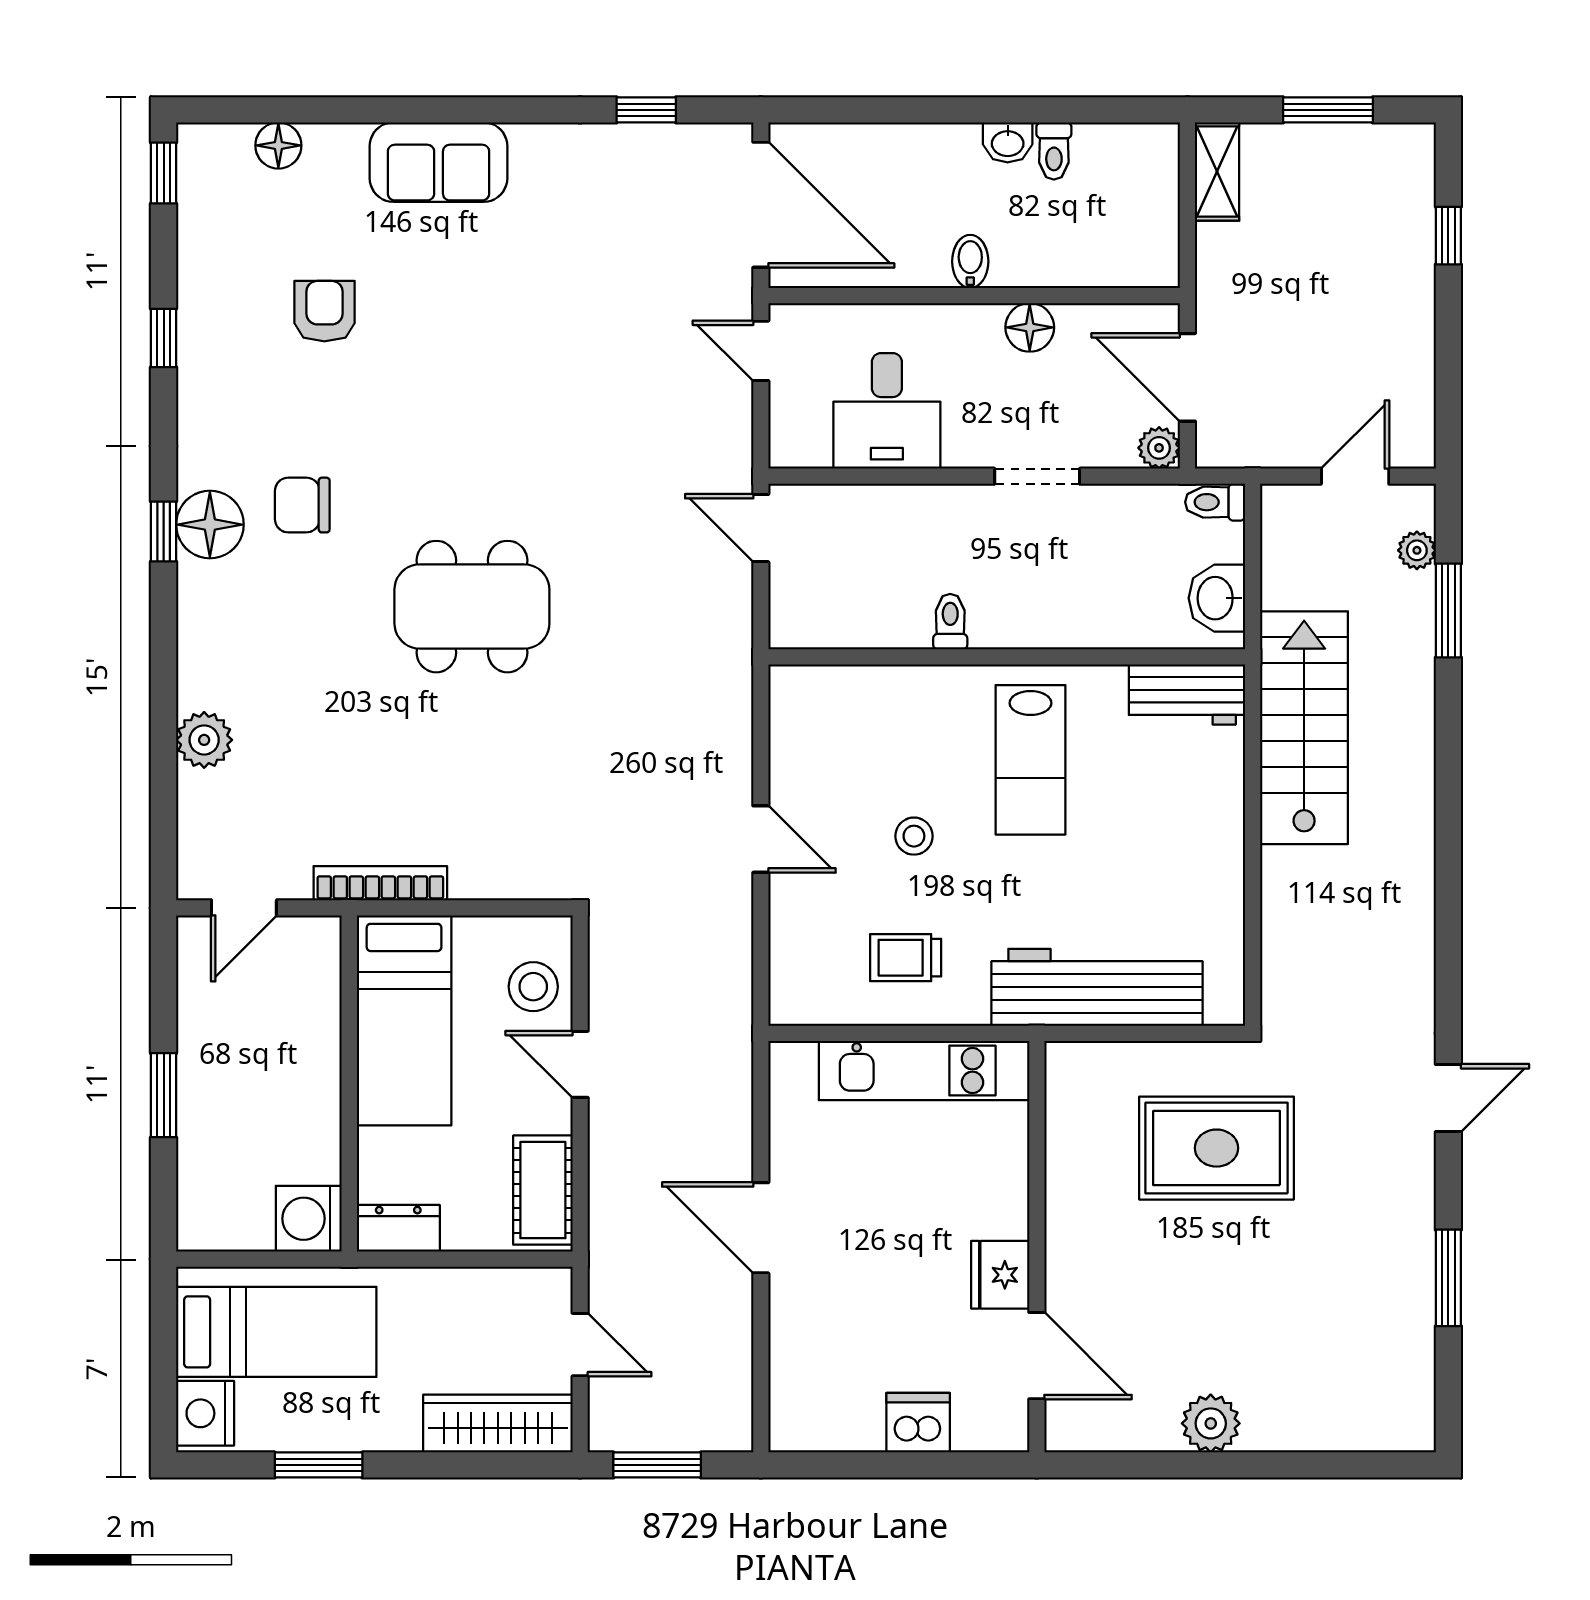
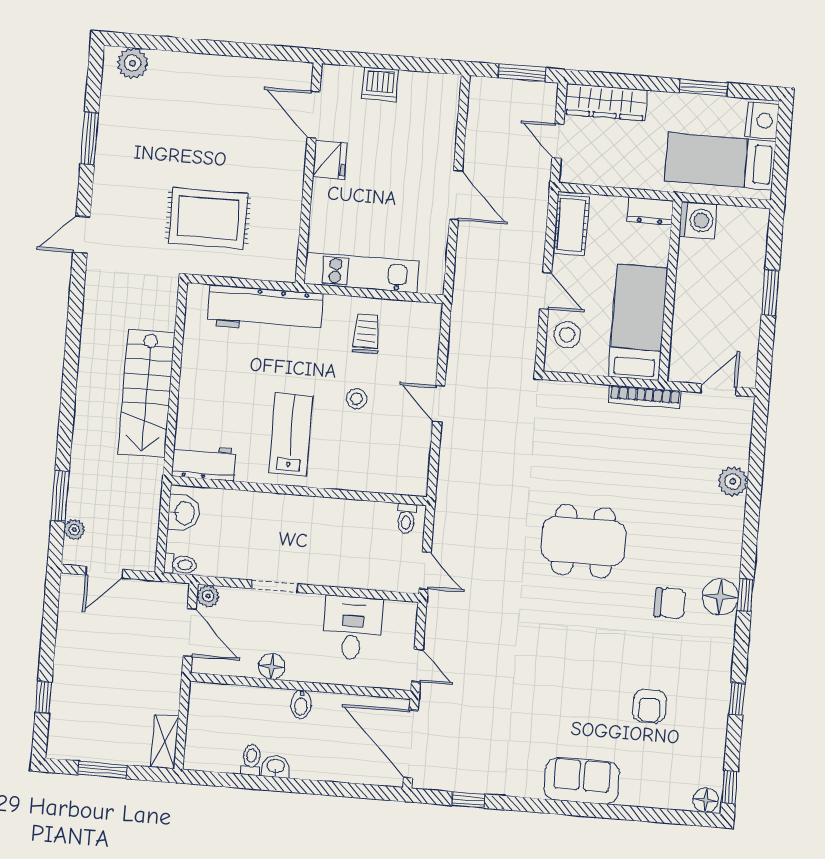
floor lamp: (278, 145) -> (706, 800), moved
toilet: (950, 622) -> (406, 519), moved
stairs: (1304, 728) -> (146, 393), moved
trolley: (906, 958) -> (366, 334), turned -90
plant: (1211, 1423) -> (132, 63), moved

